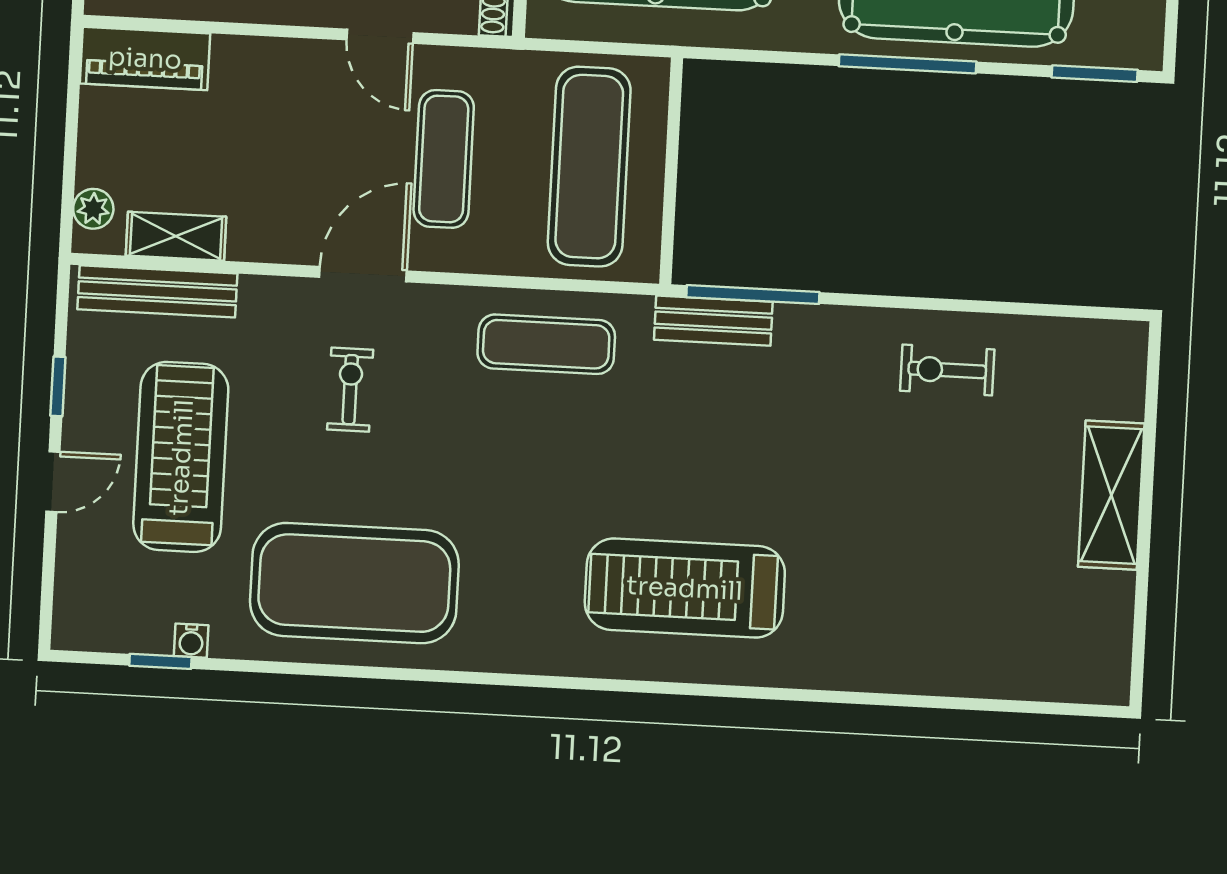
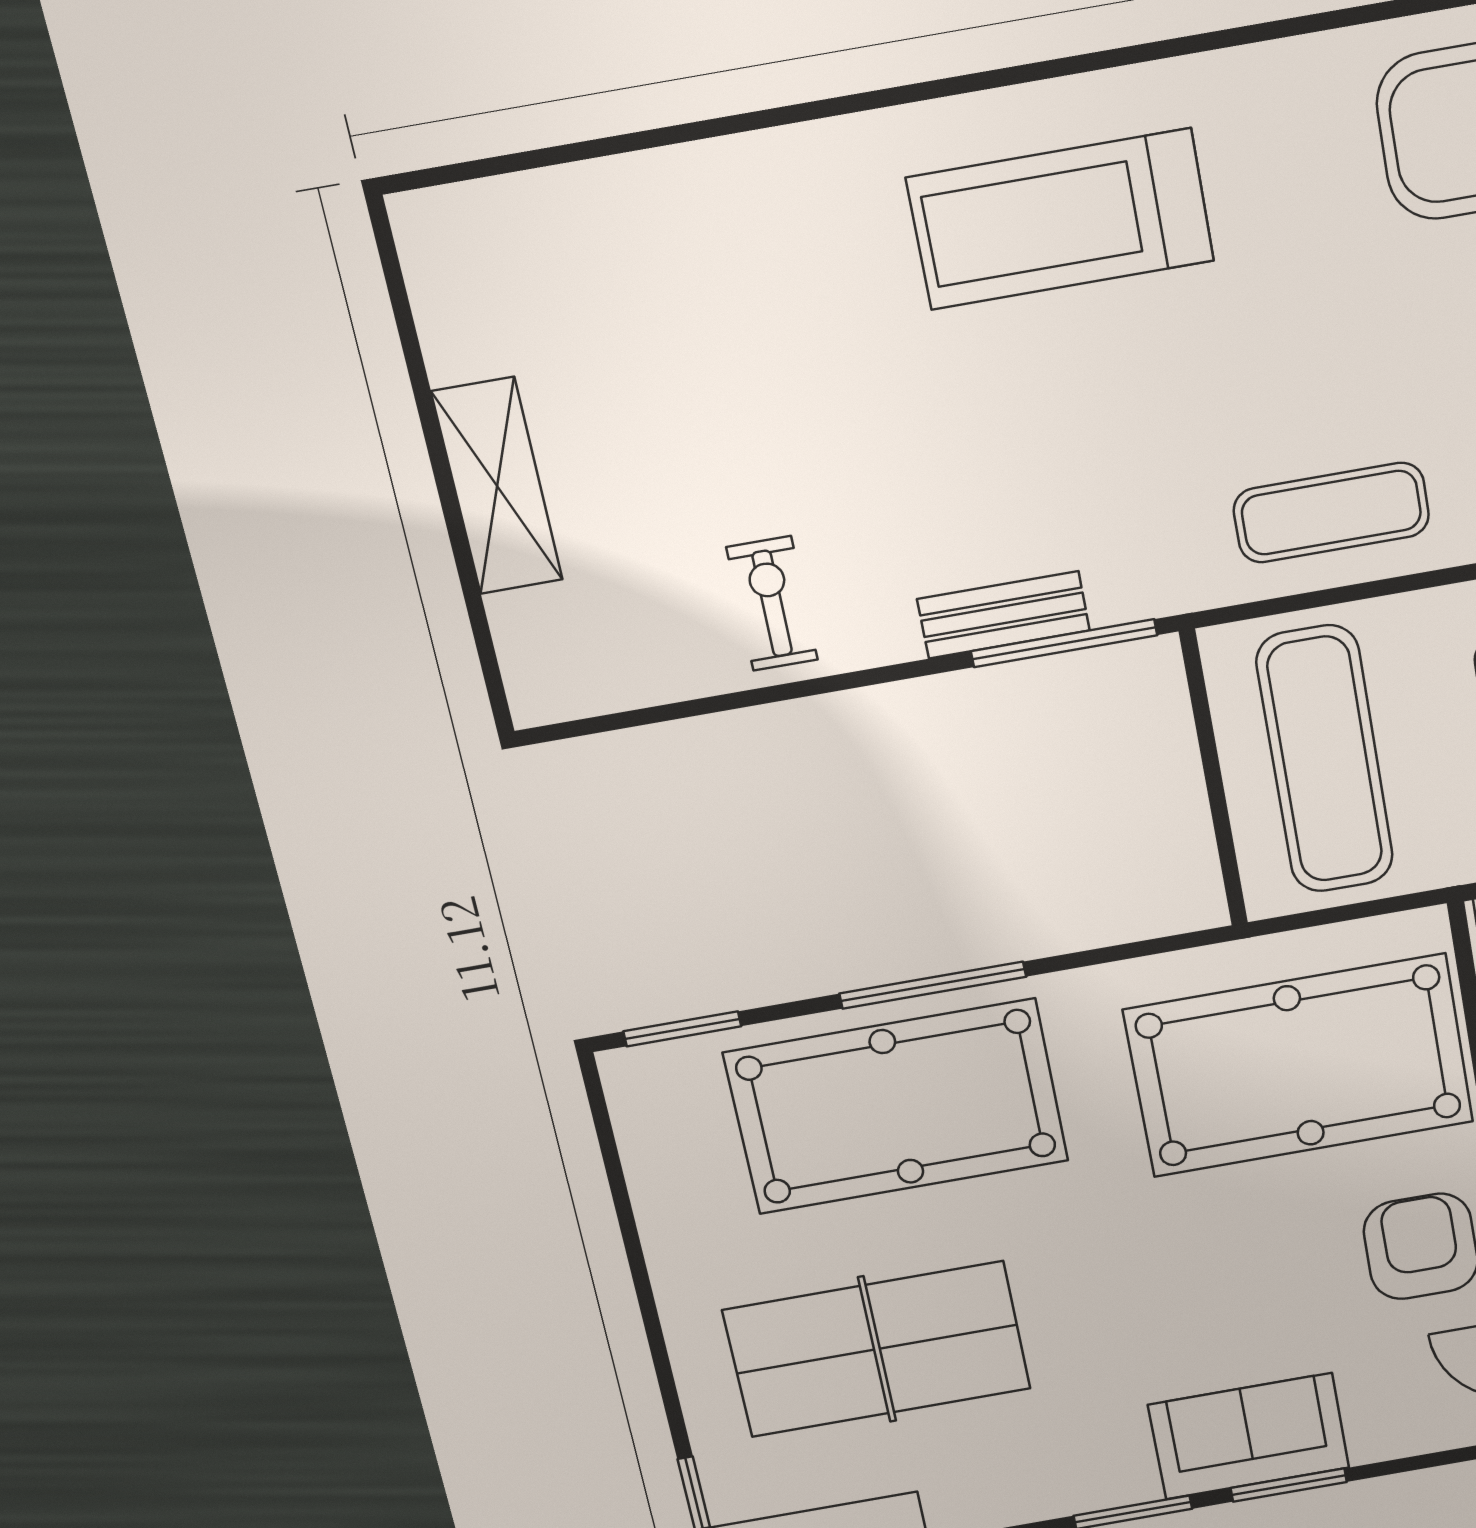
bench: (713, 321) -> (1003, 615), moved
exercise bike: (947, 370) -> (772, 604), turned -90
treadmill: (685, 588) -> (1060, 219), turned 180

